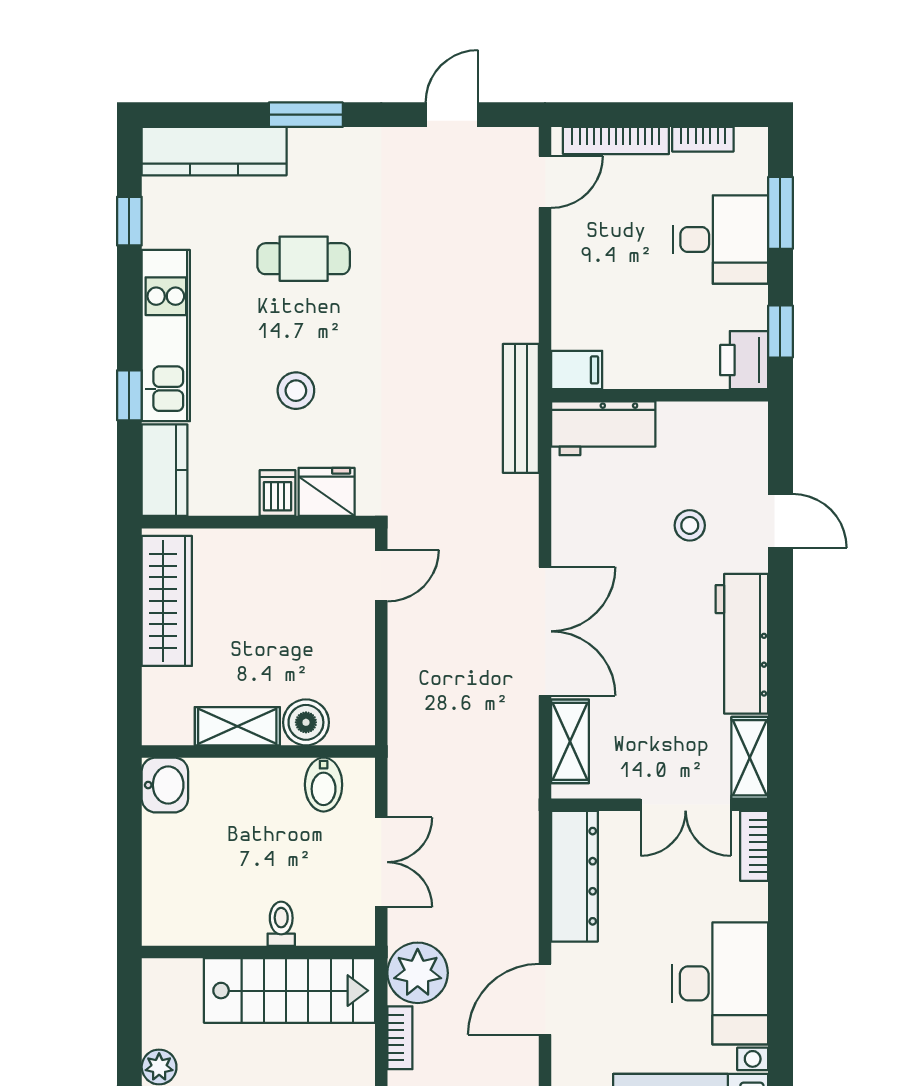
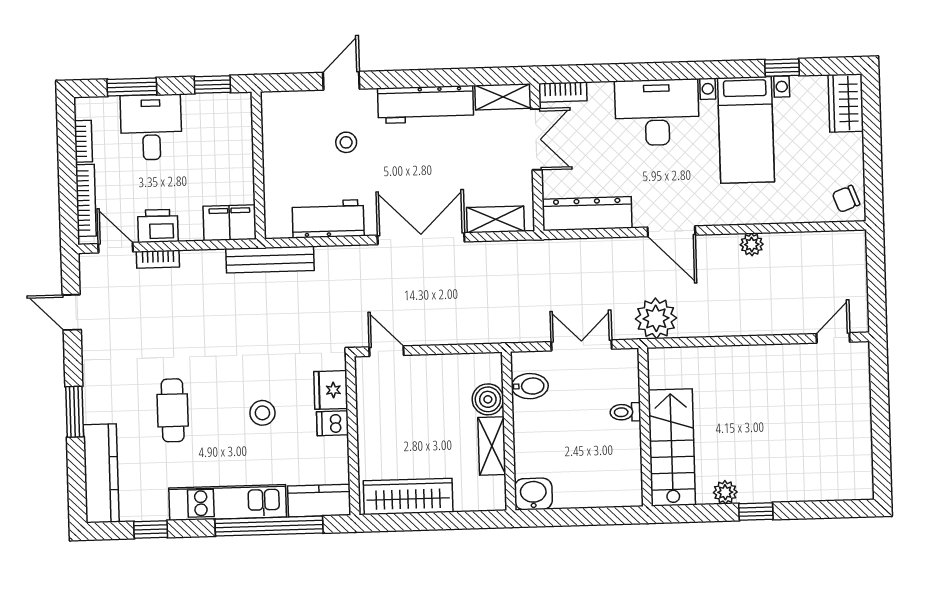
printer: (744, 360) -> (158, 226), moved, turned 180
filing cabinet: (577, 370) -> (230, 223), width x2.00
window: (129, 395) -> (269, 526), width x3.17
workbench: (603, 428) -> (328, 219), moved, turned -90
stairs: (289, 991) -> (672, 447), moved
bookcase: (400, 1038) -> (158, 259), moved, turned 180

